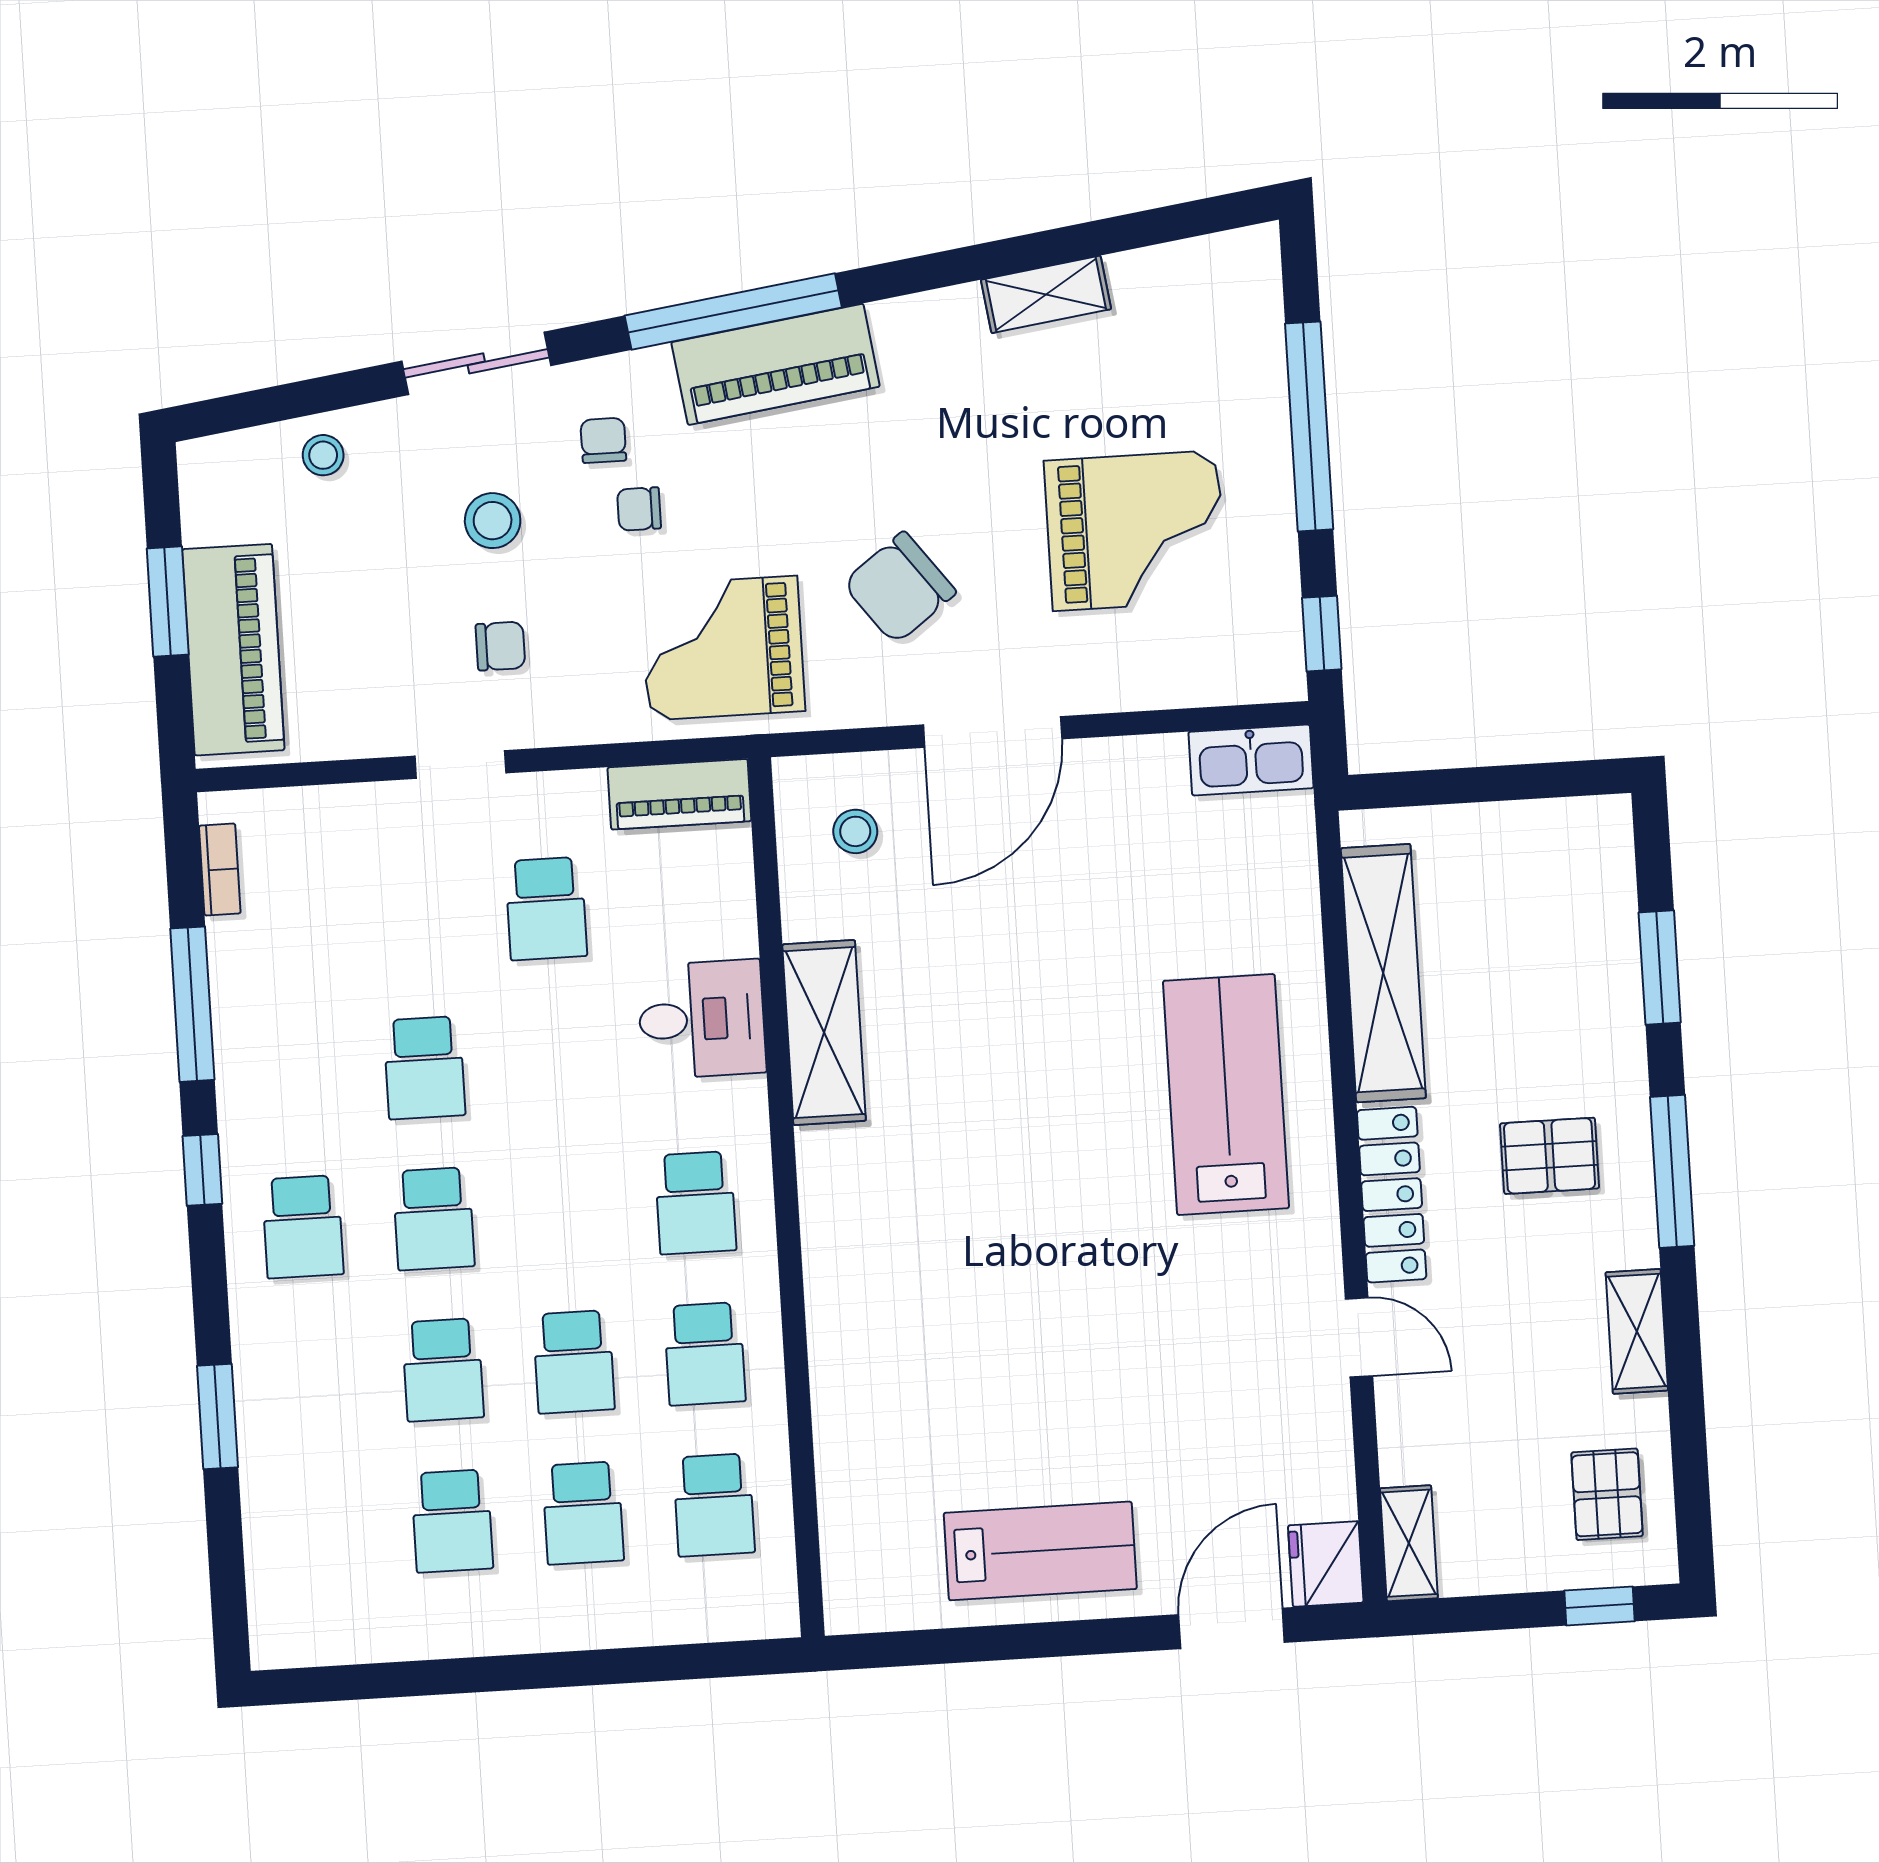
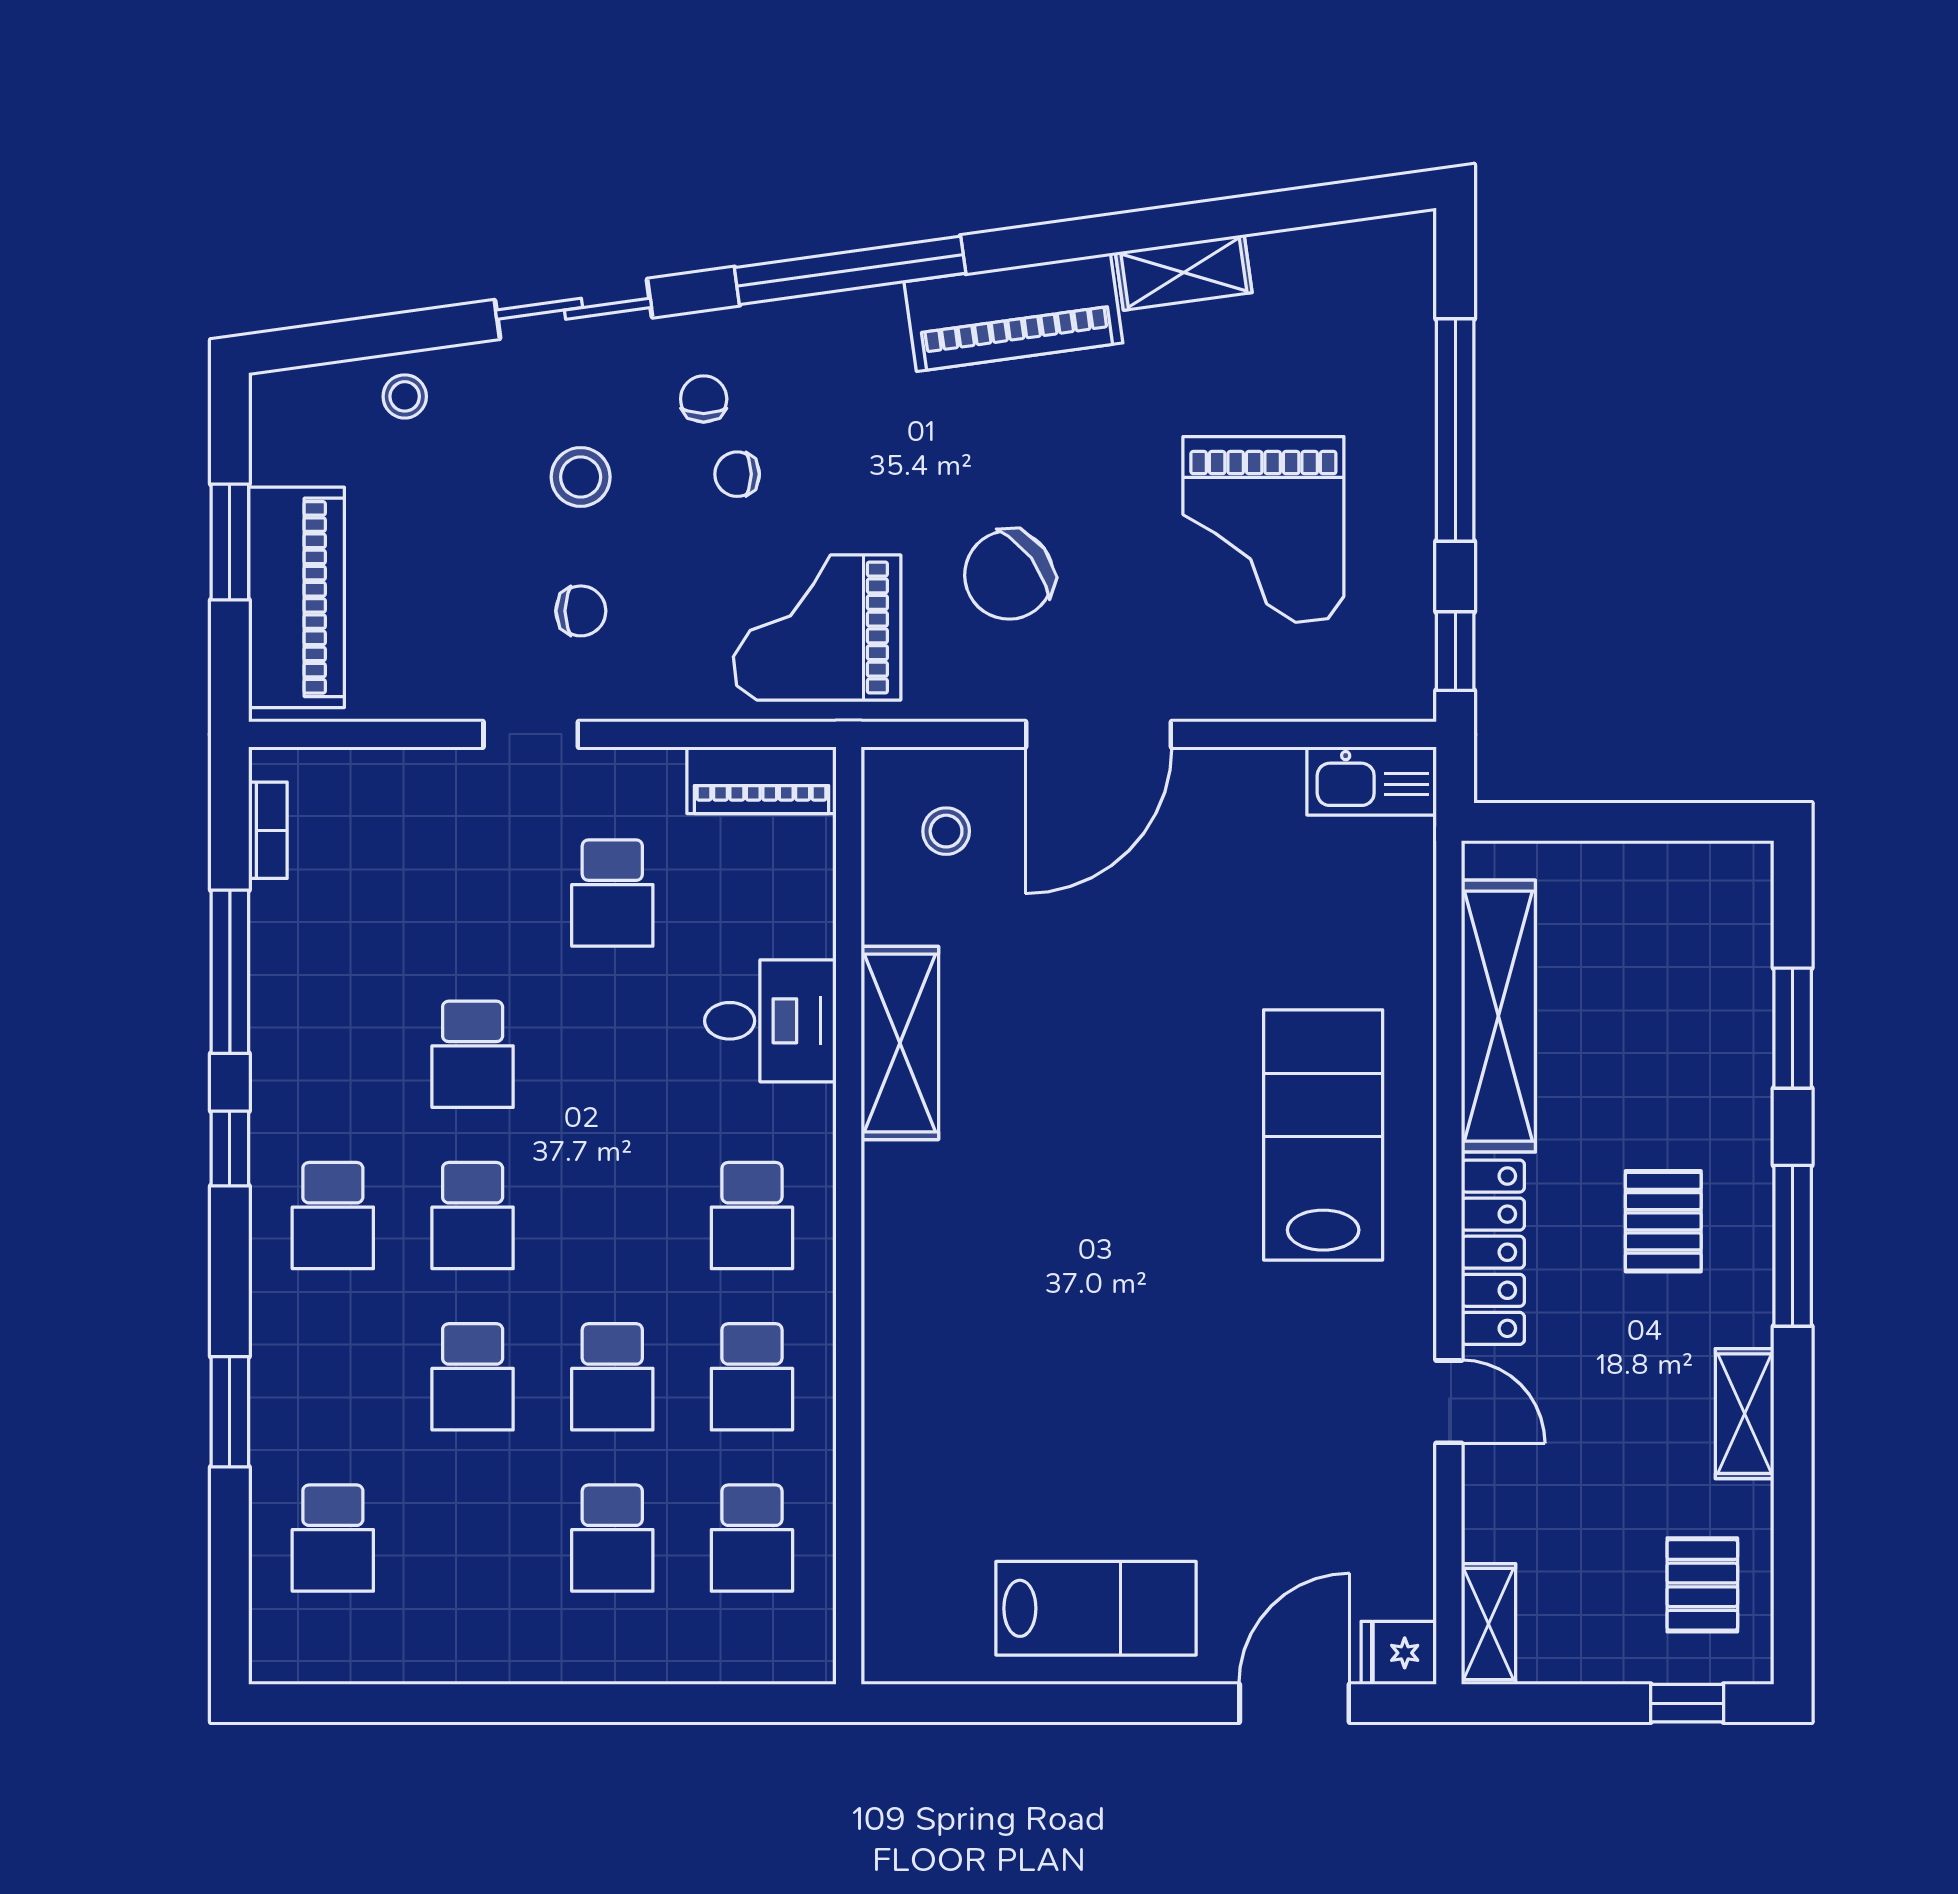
piano: (776, 364) -> (1013, 312), moved
grand piano: (1135, 531) -> (1263, 529), turned 90
pallet: (1550, 1156) -> (1663, 1221), turned 90
school desk: (452, 1521) -> (333, 1538), moved
fridge: (1326, 1564) -> (1399, 1653), width x0.72

